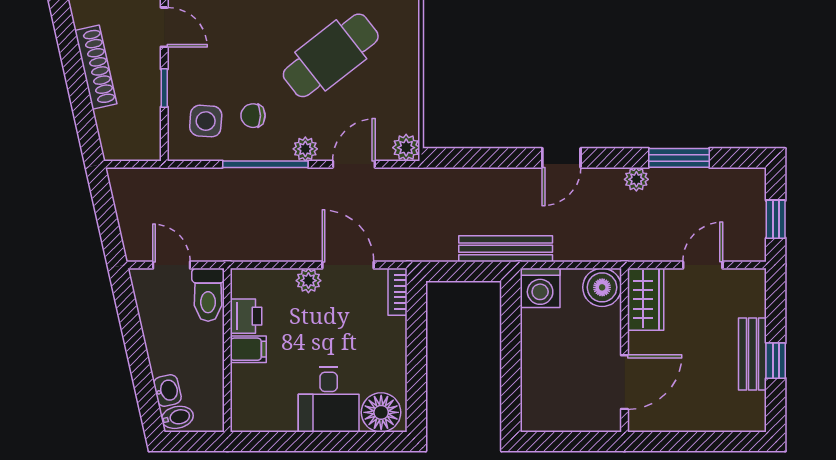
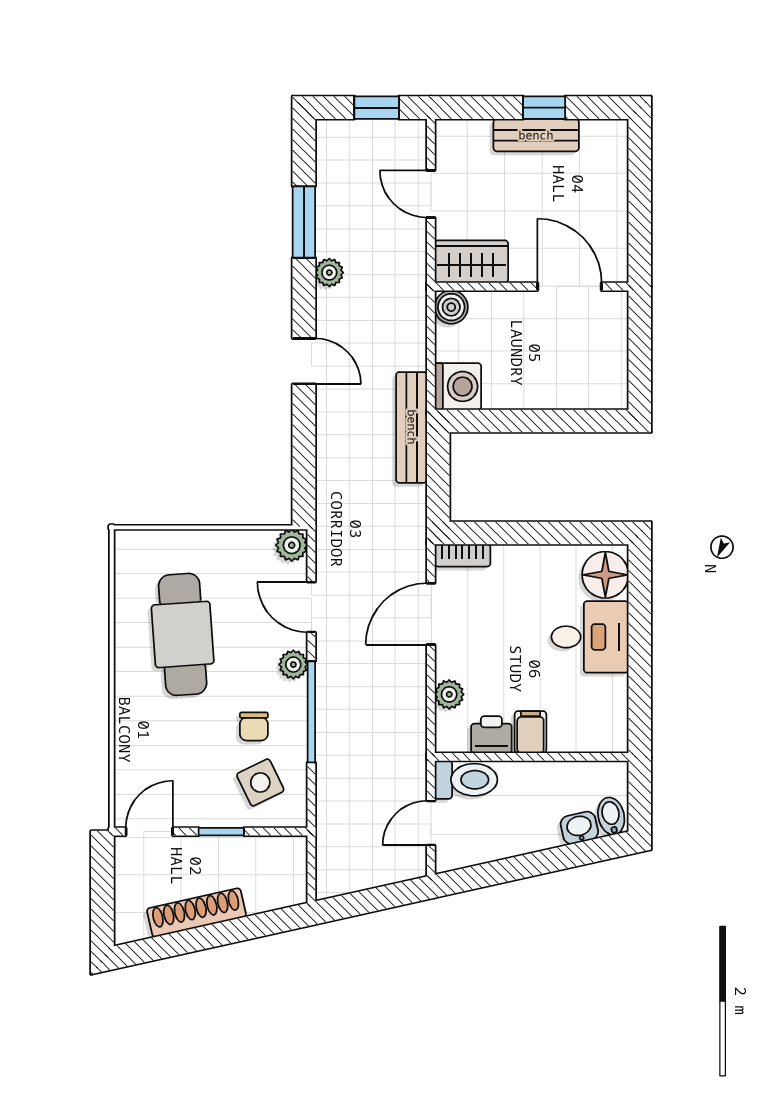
cafe table: (331, 55) -> (183, 634), turned 34
side table: (206, 121) -> (260, 782), turned -30
plant: (308, 281) -> (449, 694), moved
boiler: (602, 287) -> (451, 307), width x0.73, depth x0.73

